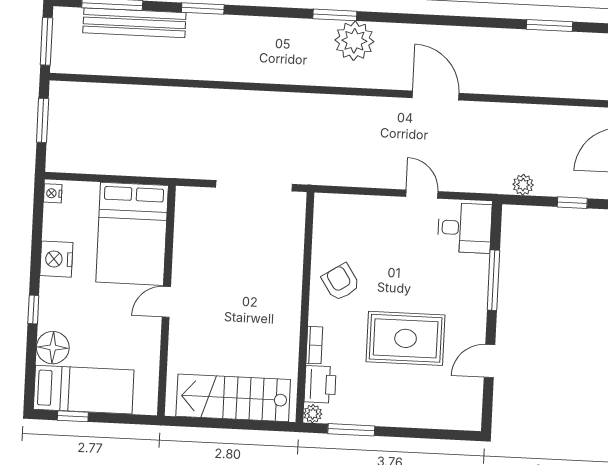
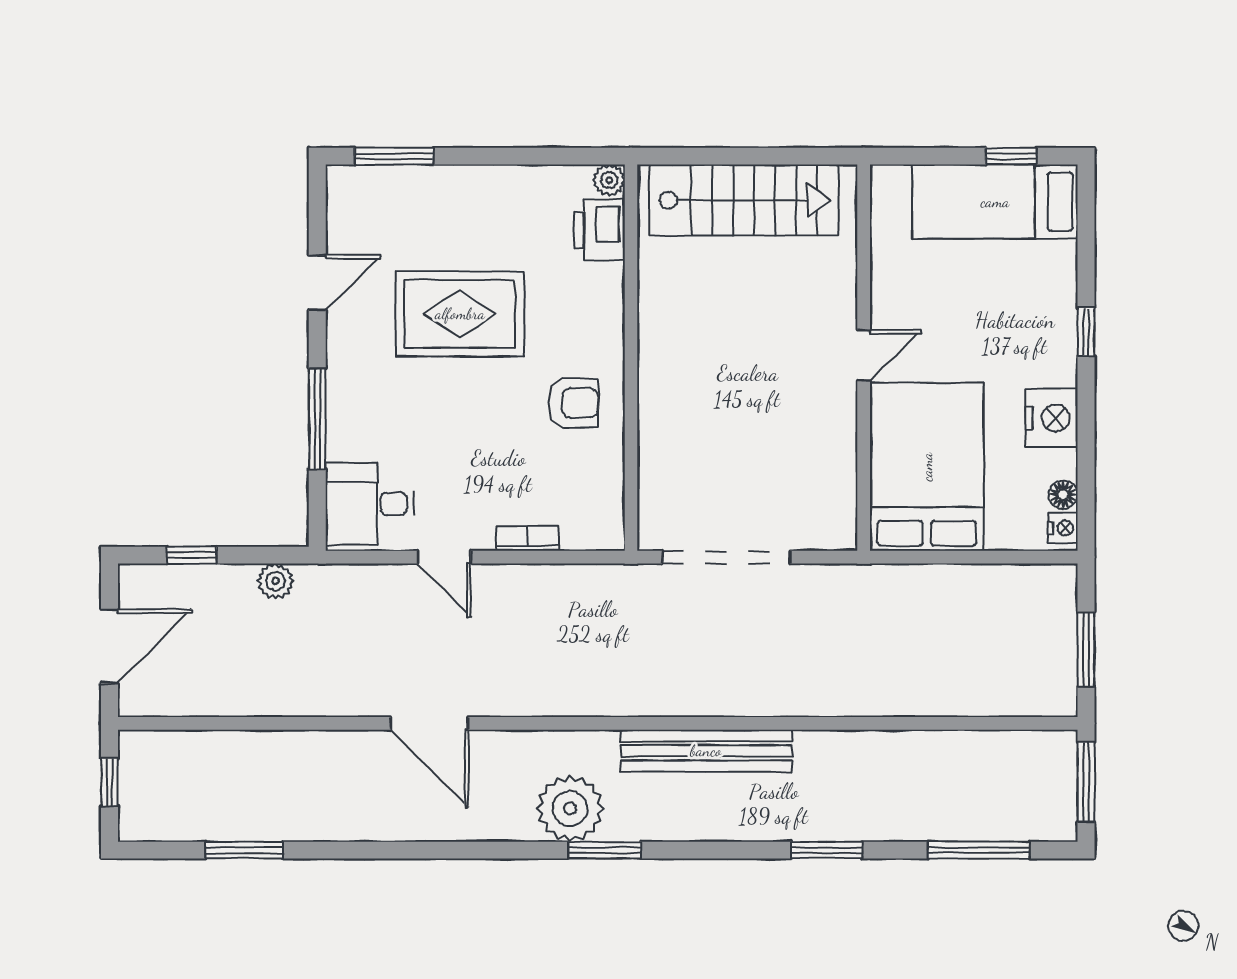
bench: (134, 23) -> (706, 751), moved
armchair: (341, 282) -> (573, 403), turned -57
bookcase: (314, 345) -> (527, 538), moved, turned 90
floor lamp: (53, 348) -> (1063, 495), moved, width x0.53, depth x0.53
window: (351, 430) -> (394, 156), moved

